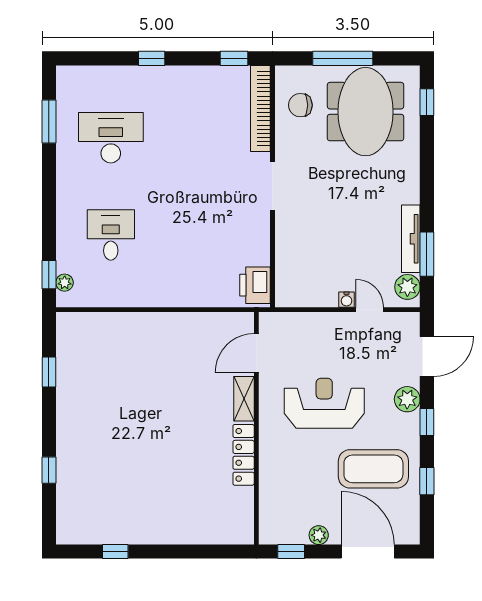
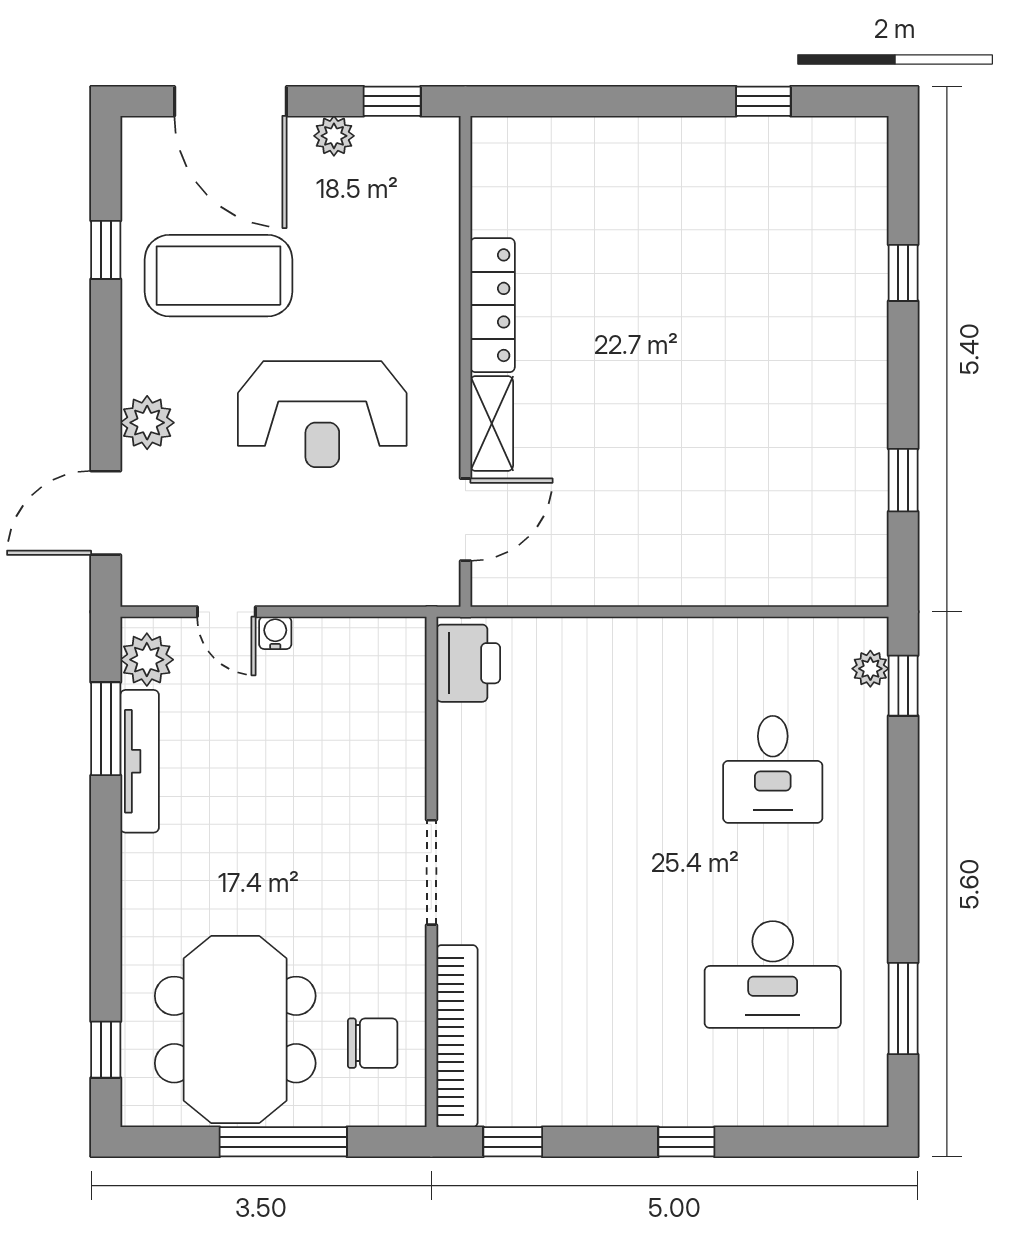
window: (427, 422) -> (106, 375), removed

